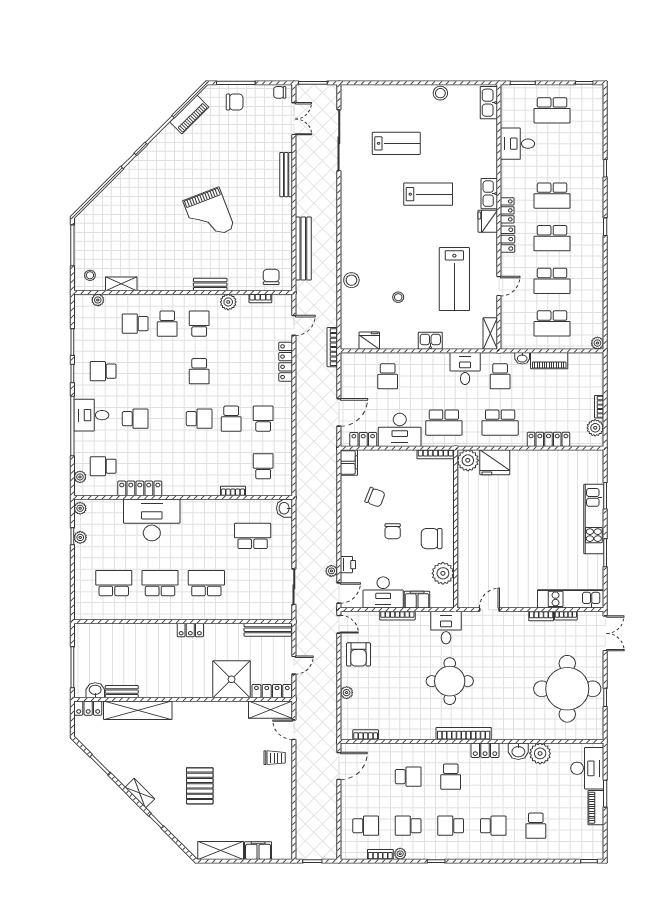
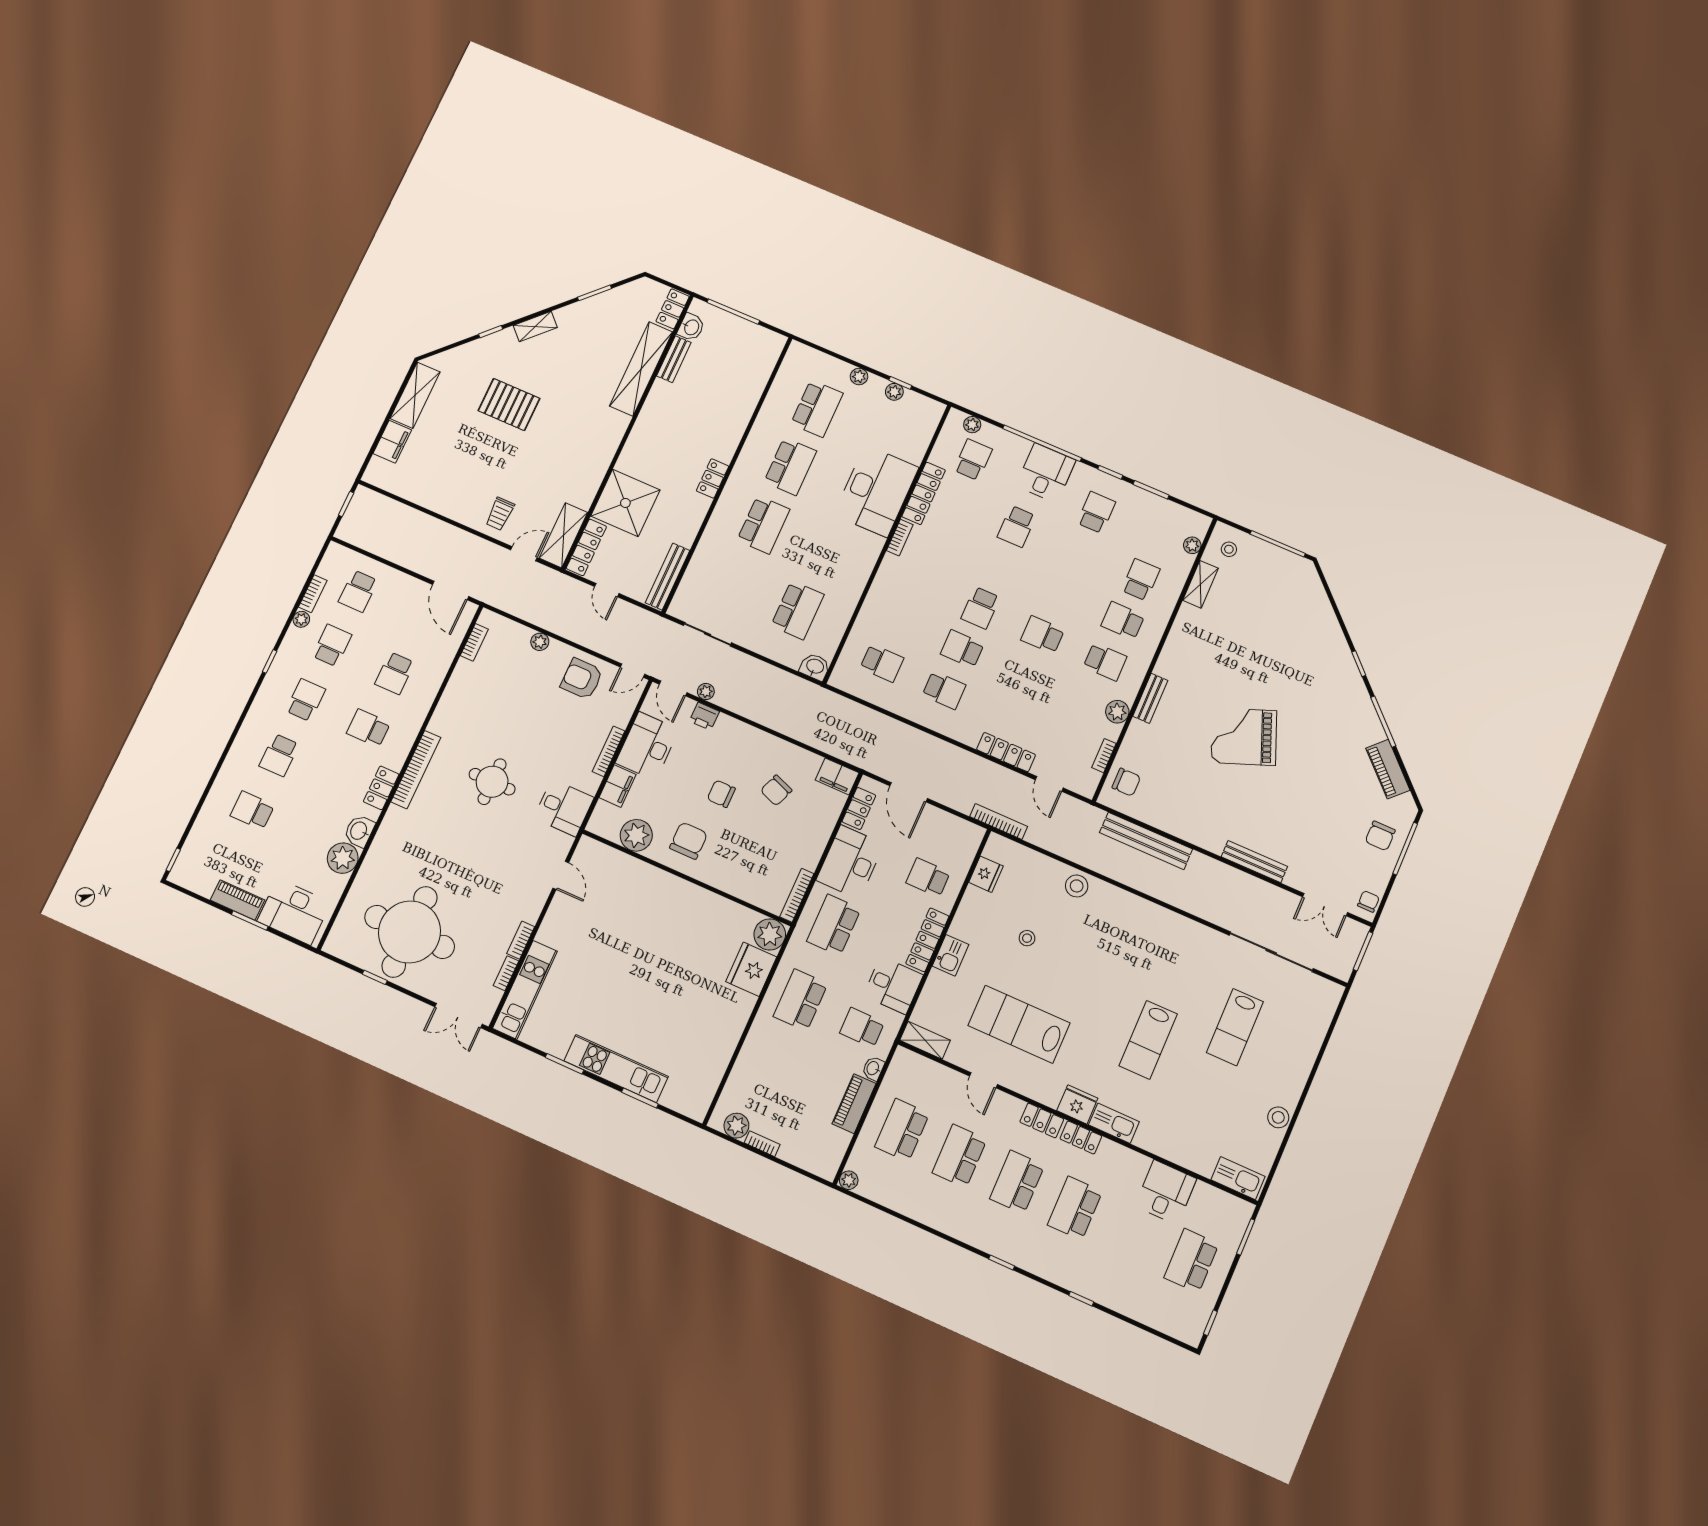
locker: (548, 439) -> (927, 940), moved, turned 180
bookcase: (233, 491) -> (900, 538), moved
plant: (80, 508) -> (859, 377), moved
round table: (450, 681) -> (492, 782), width x0.73, depth x0.73

